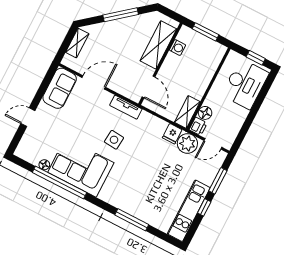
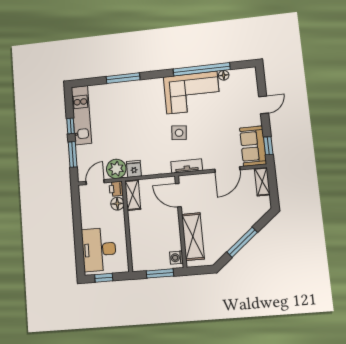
shelving: (77, 43) -> (262, 182), moved
washing machine: (177, 47) -> (176, 258), moved
window: (47, 80) -> (268, 146), added

